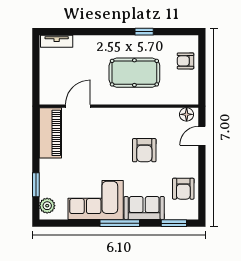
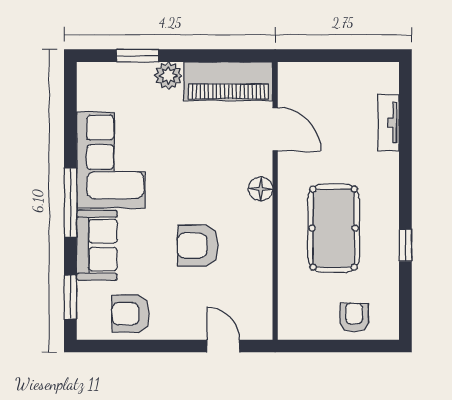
tv unit: (57, 41) -> (389, 123), moved
floor lamp: (187, 114) -> (261, 189), moved
plant: (47, 206) -> (168, 76), moved

